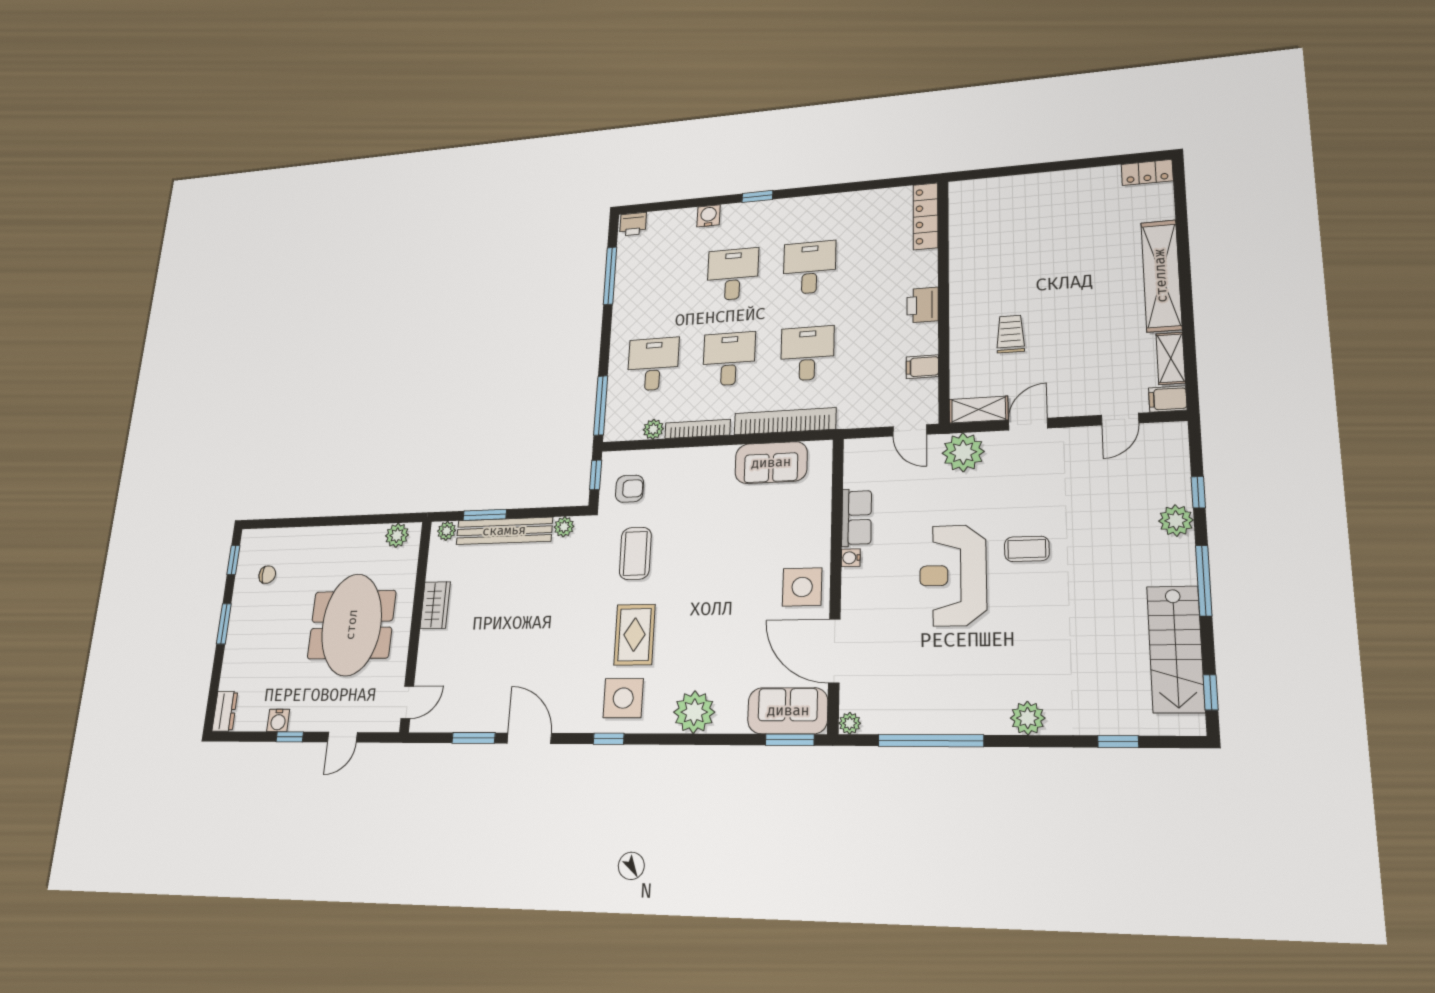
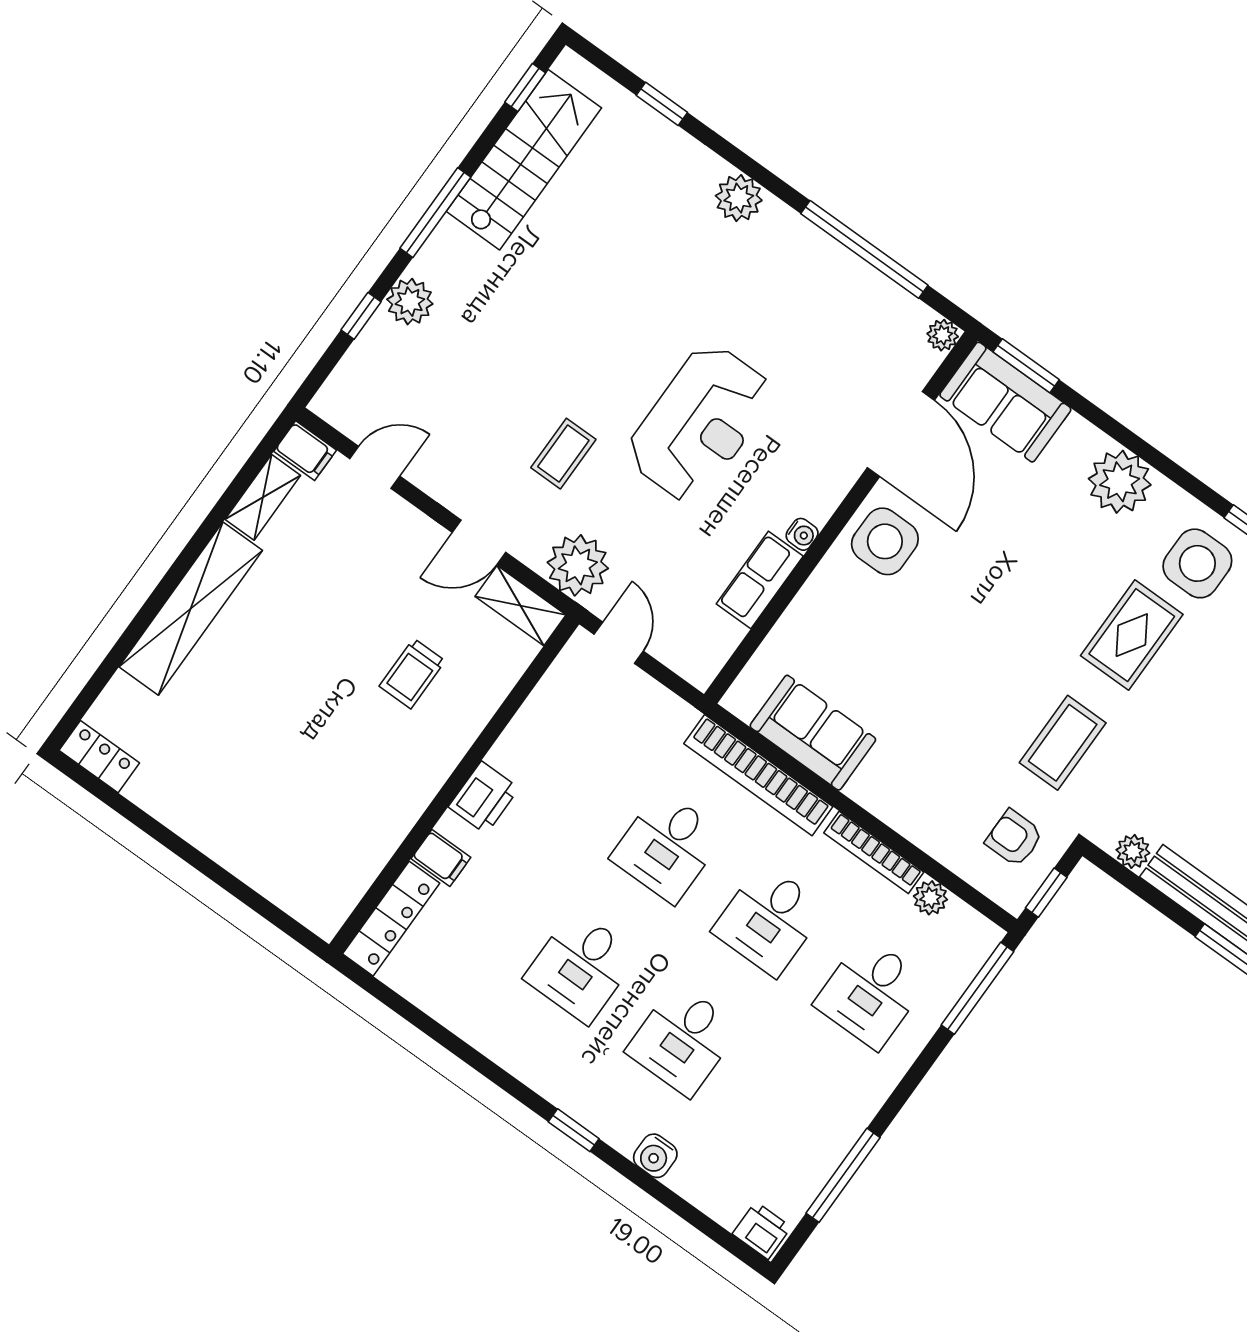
filing cabinet: (922, 367) -> (441, 858), moved
coffee table: (1027, 549) -> (563, 454), moved, turned 90

